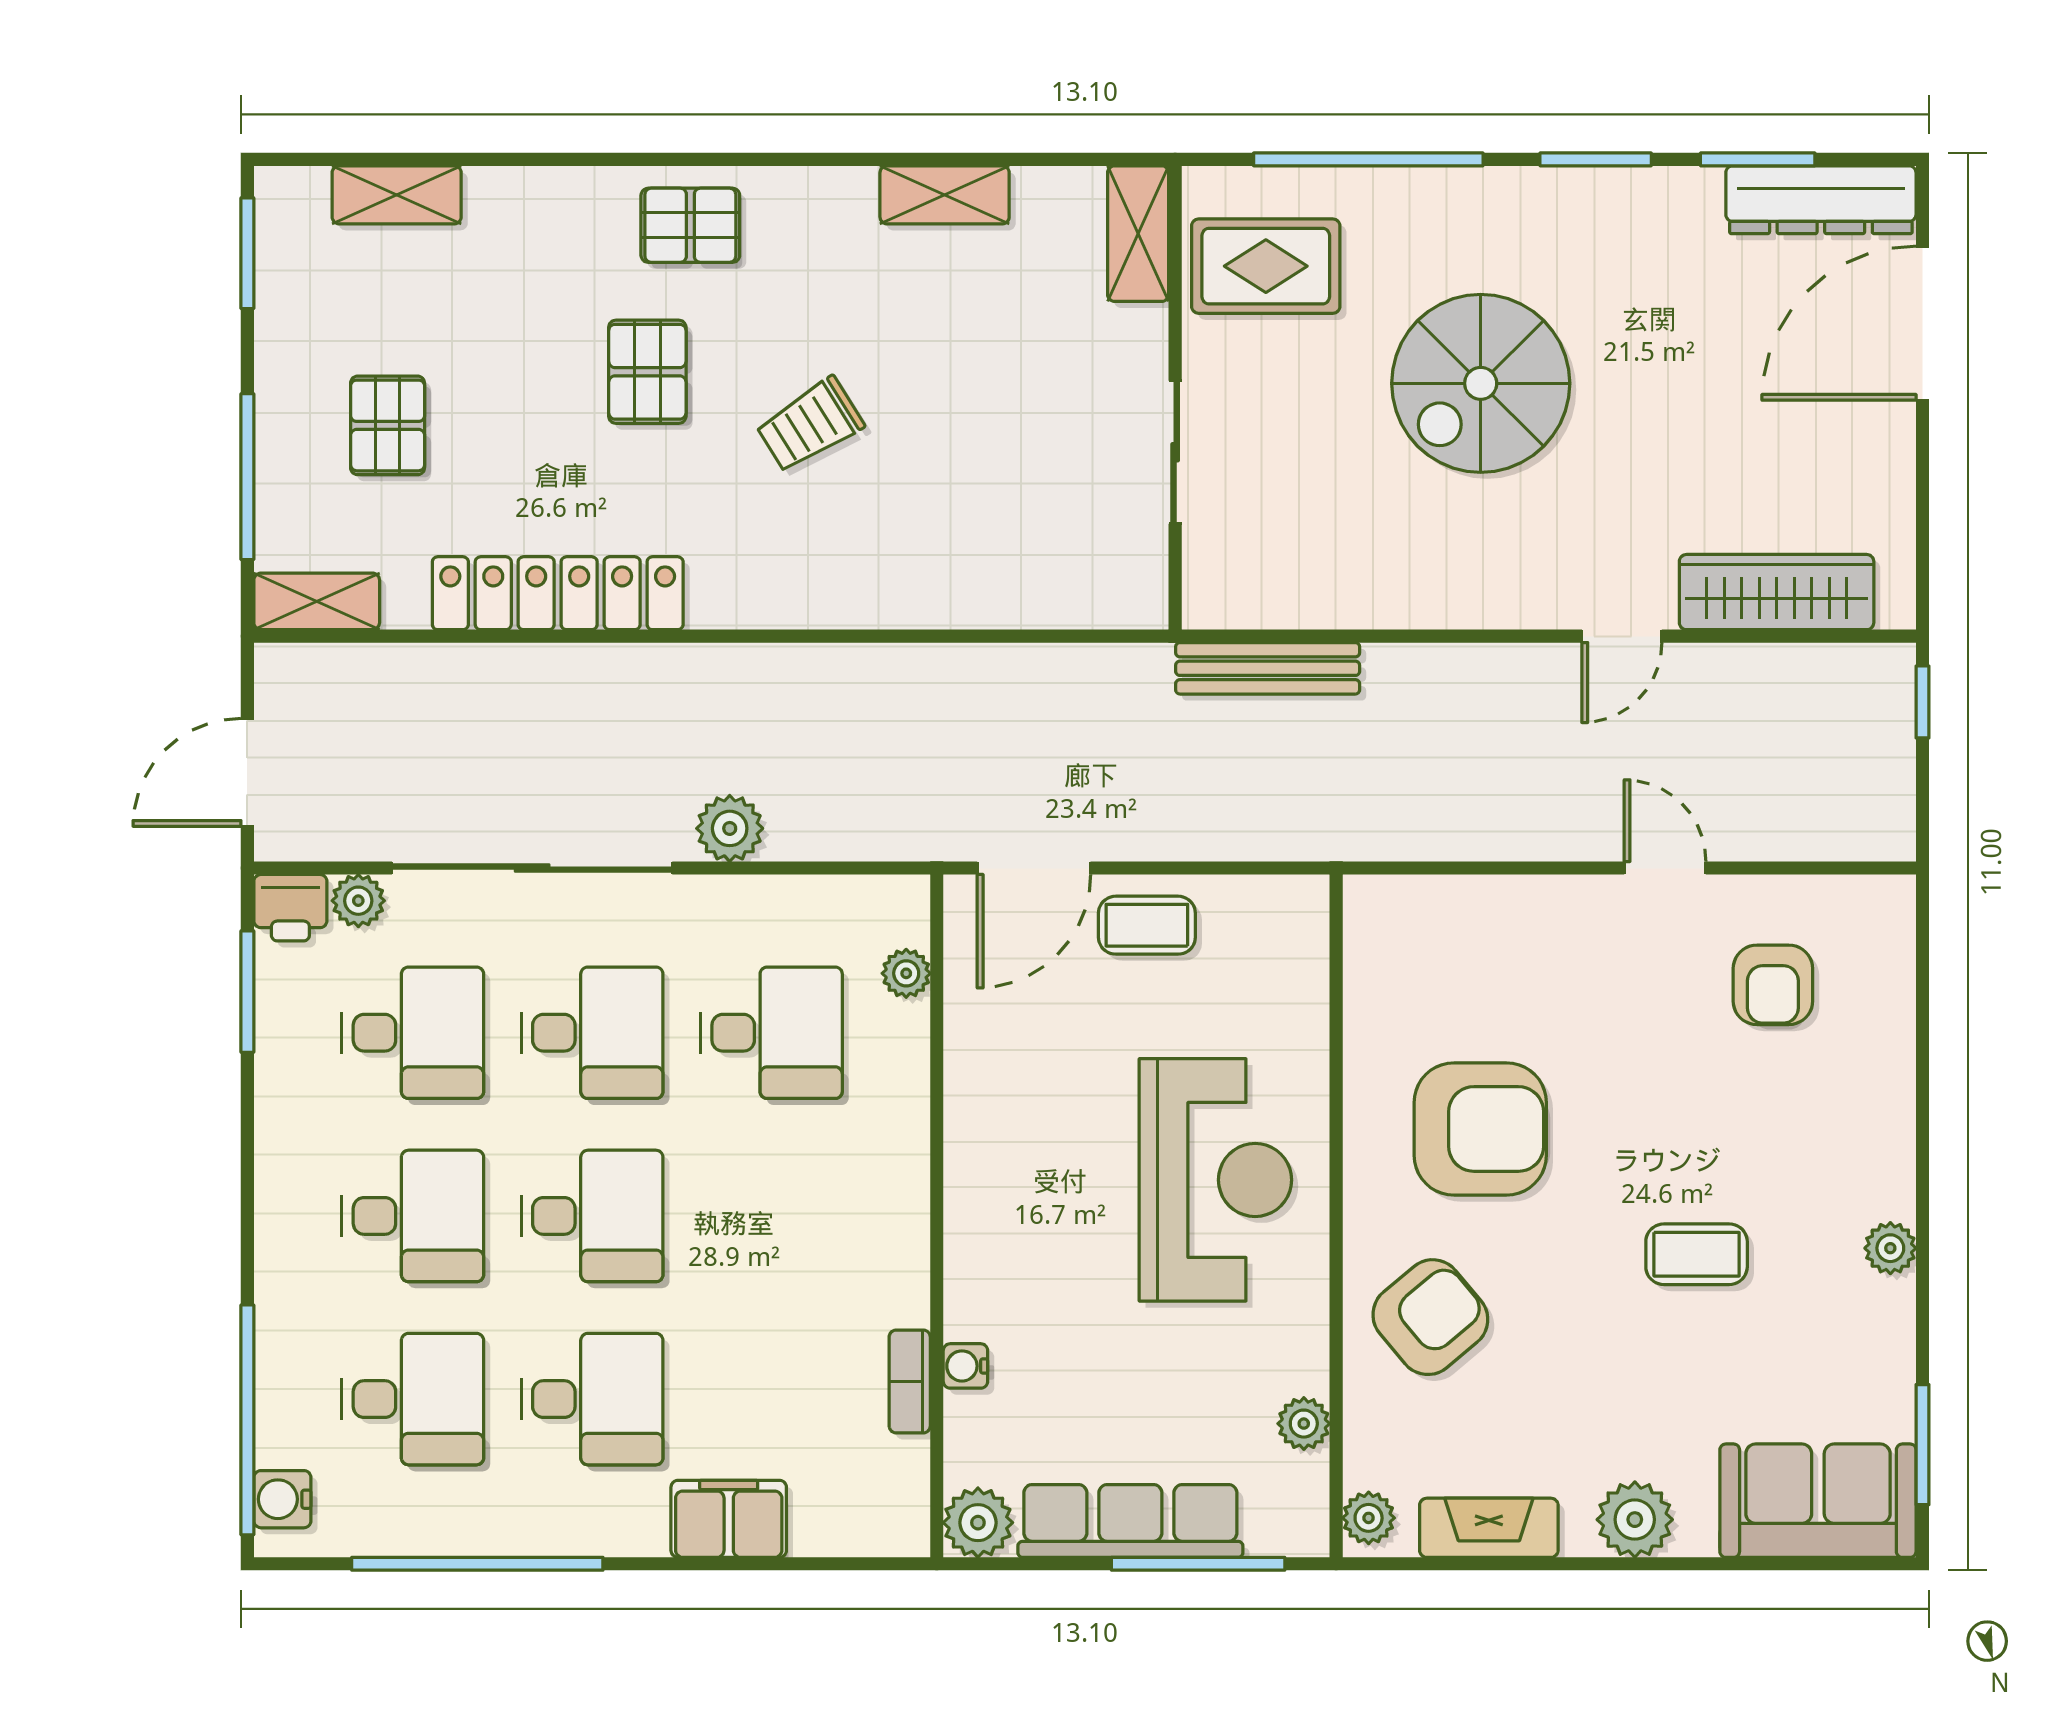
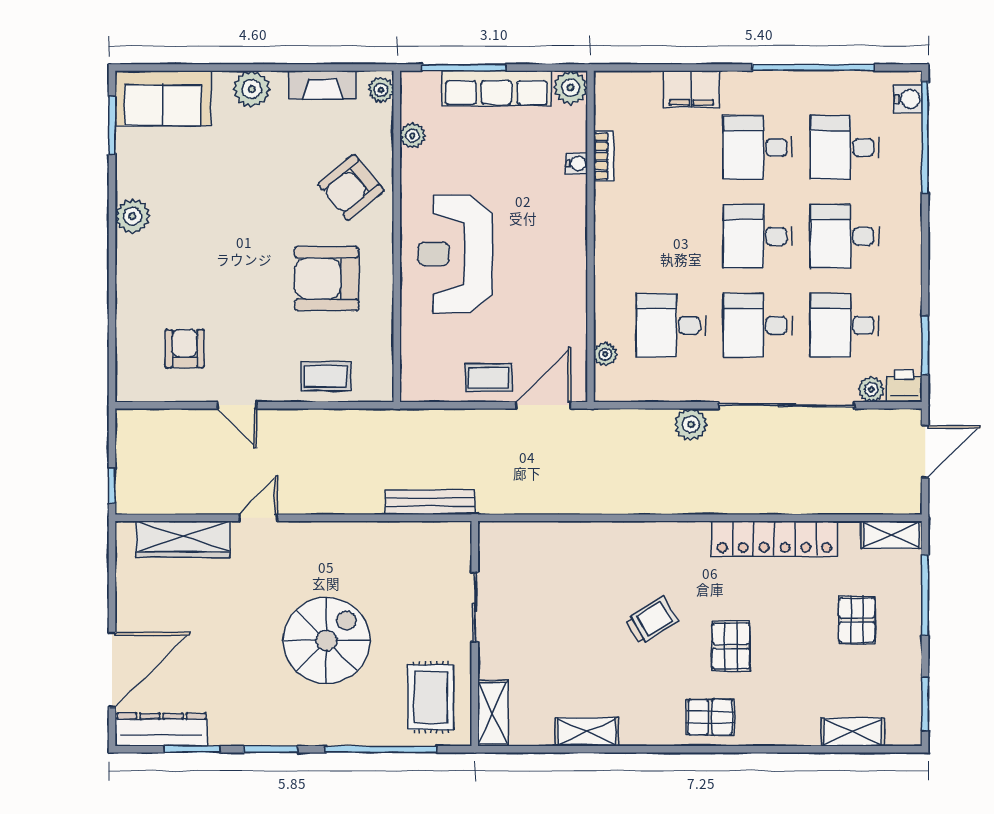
rug: (1266, 266) -> (431, 697), turned 90
plant: (1890, 1248) -> (132, 216), width x1.38, depth x1.38
coffee table: (1697, 1254) -> (326, 376), moved

